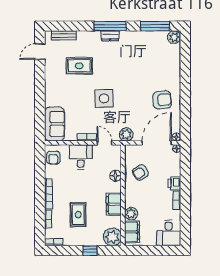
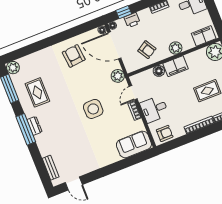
rug: (79, 66) -> (37, 92), moved
window: (185, 164) -> (124, 12), added
printer: (174, 183) -> (132, 20), moved
filing cabinet: (114, 204) -> (176, 66), moved
plant: (131, 214) -> (176, 48), moved

